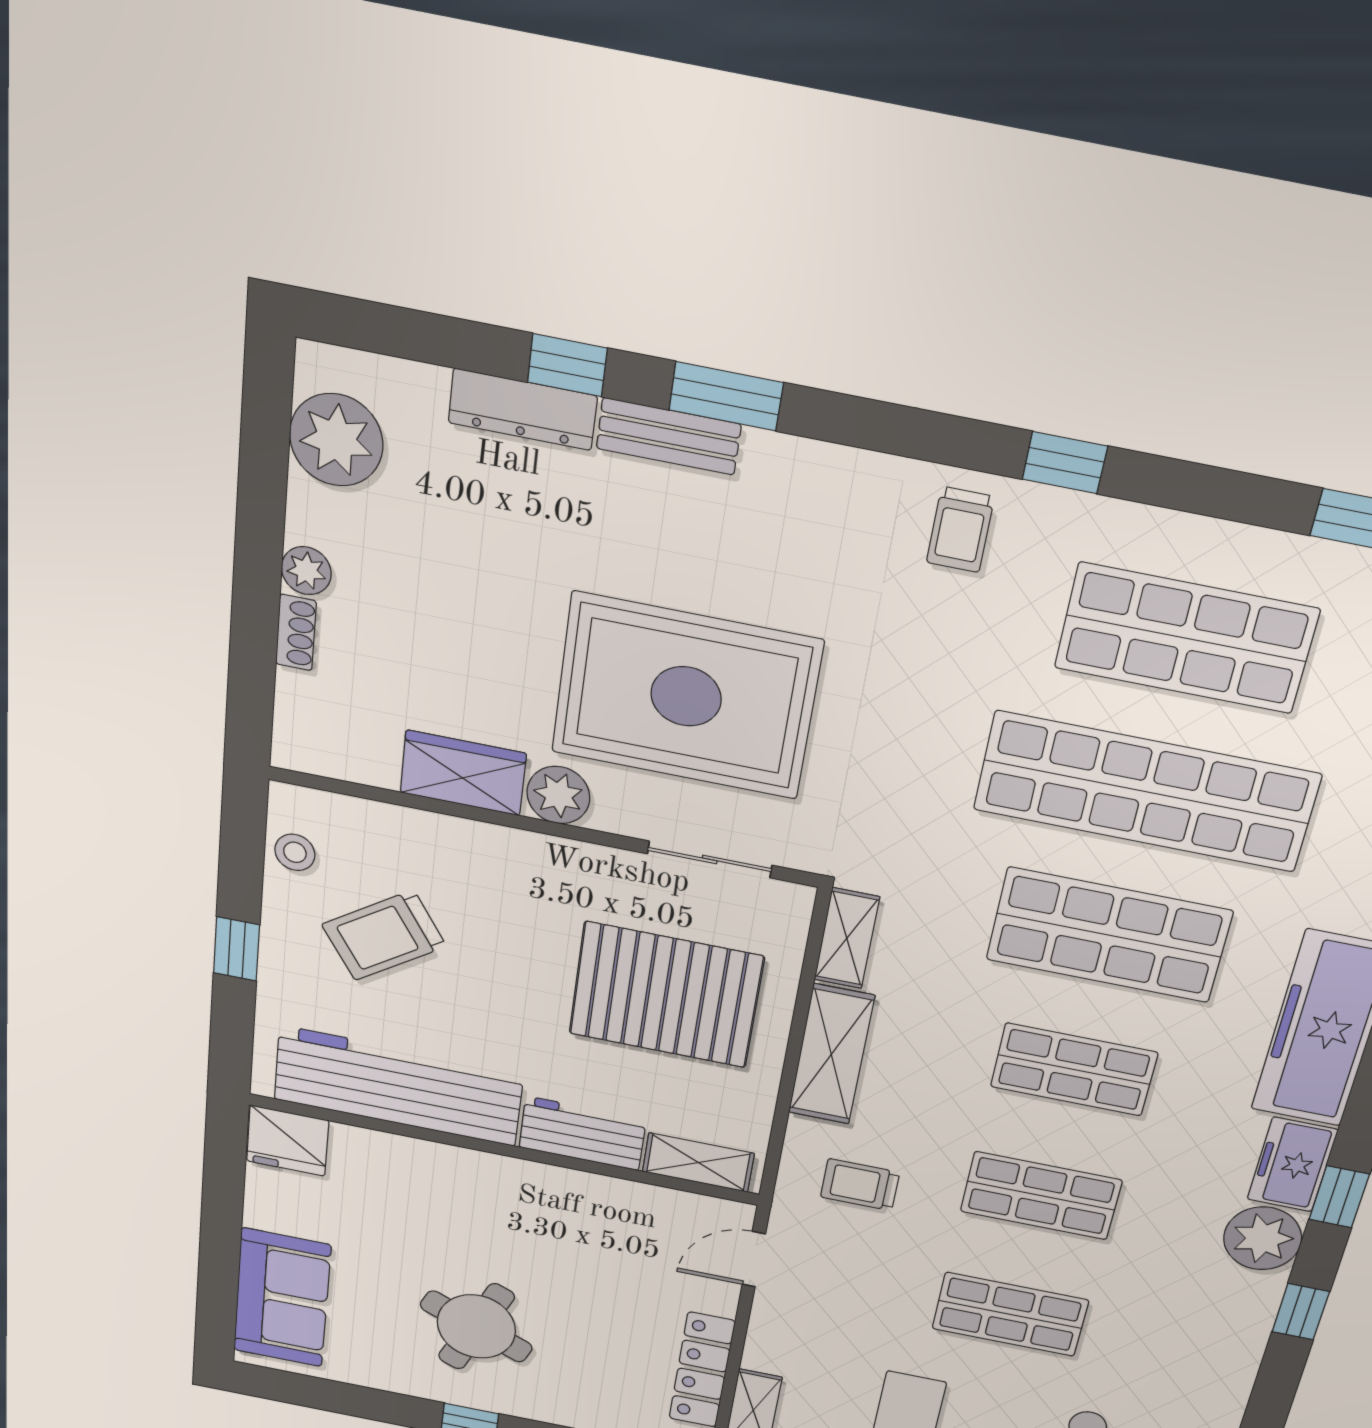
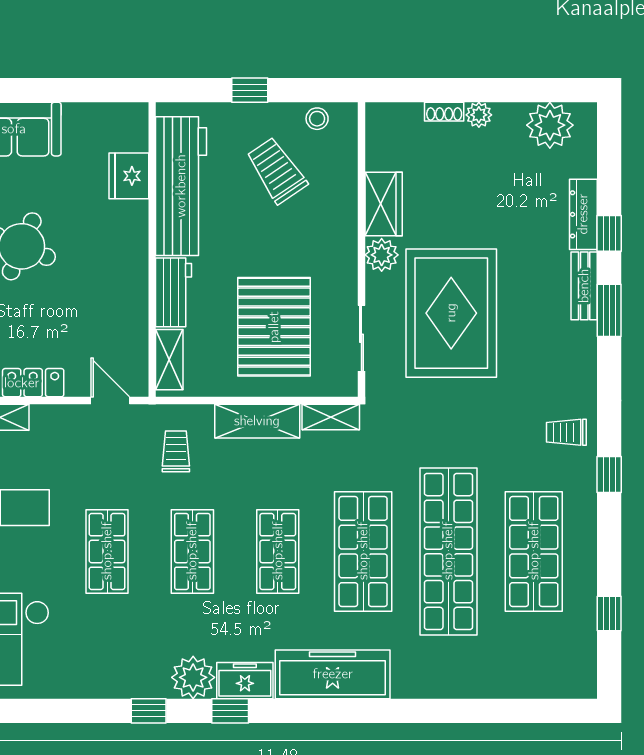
fridge: (288, 1141) -> (129, 176), moved

